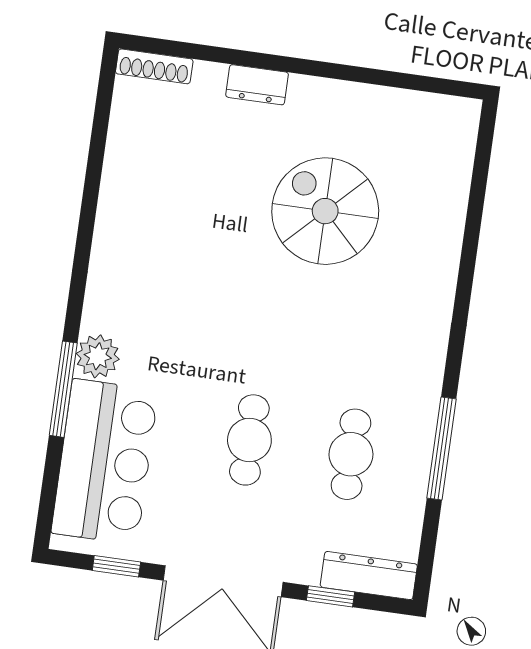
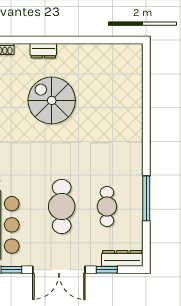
spiral stairs: (325, 211) -> (52, 100), moved
cafe table: (249, 440) -> (62, 206), width x1.37, depth x1.35

